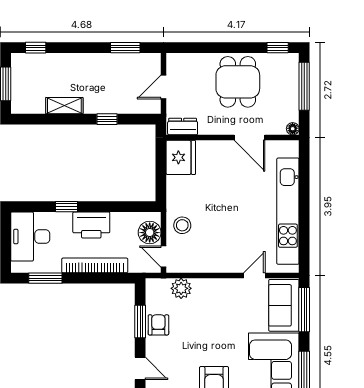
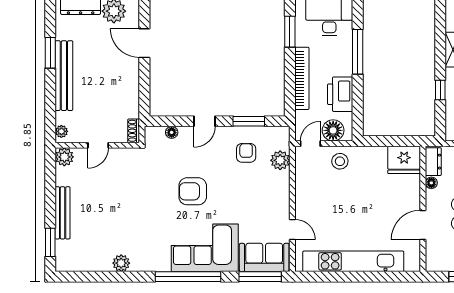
floor lamp: (293, 129) -> (431, 183), moved
window: (67, 207) -> (358, 52), width x2.17
printer: (91, 225) -> (340, 94), moved
armchair: (158, 325) -> (246, 153), moved, turned -90

